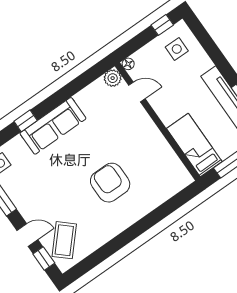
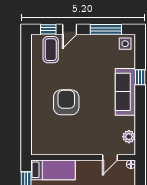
plant: (113, 78) -> (129, 137), moved
armchair: (110, 183) -> (66, 102), turned -90
coffee table: (64, 240) -> (51, 50), turned 48

